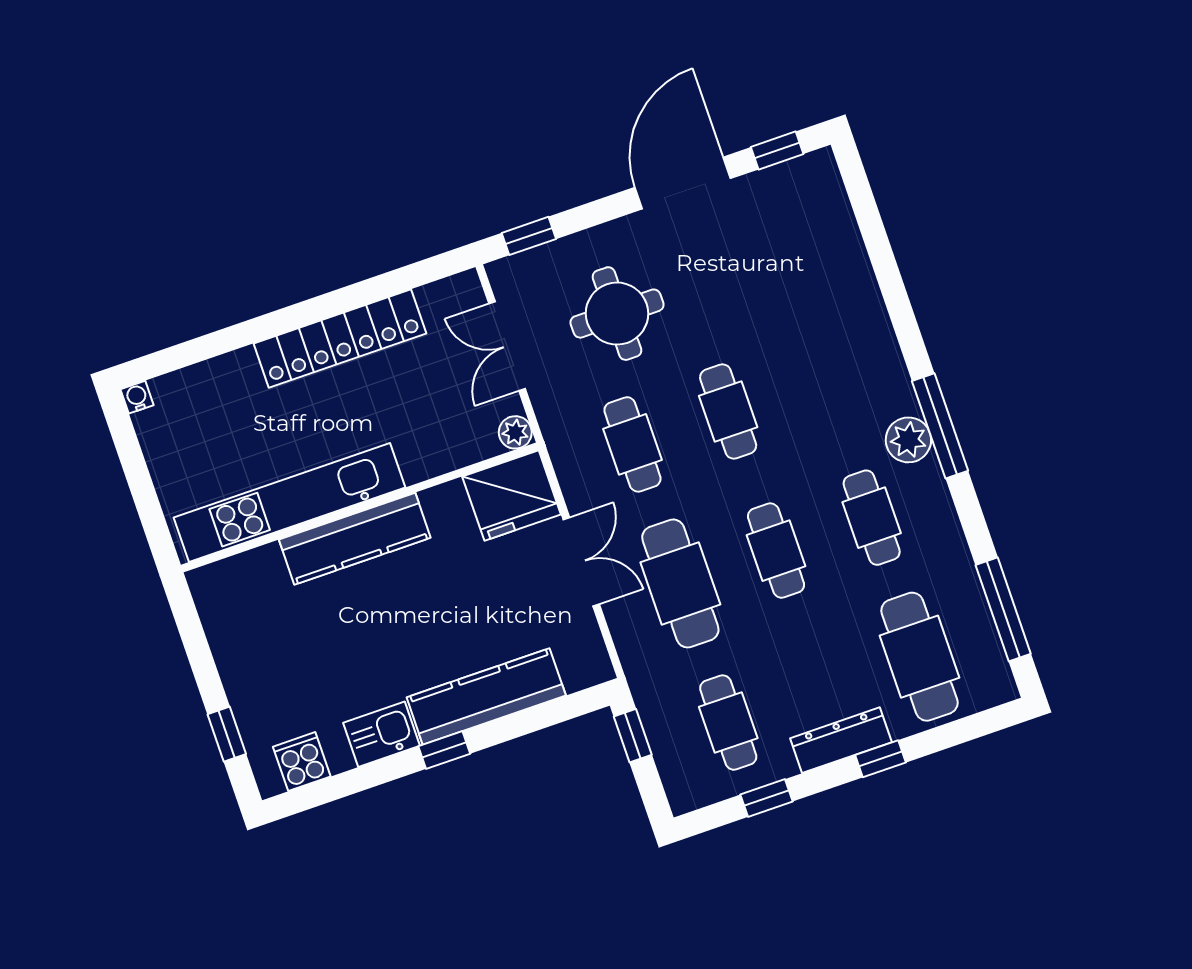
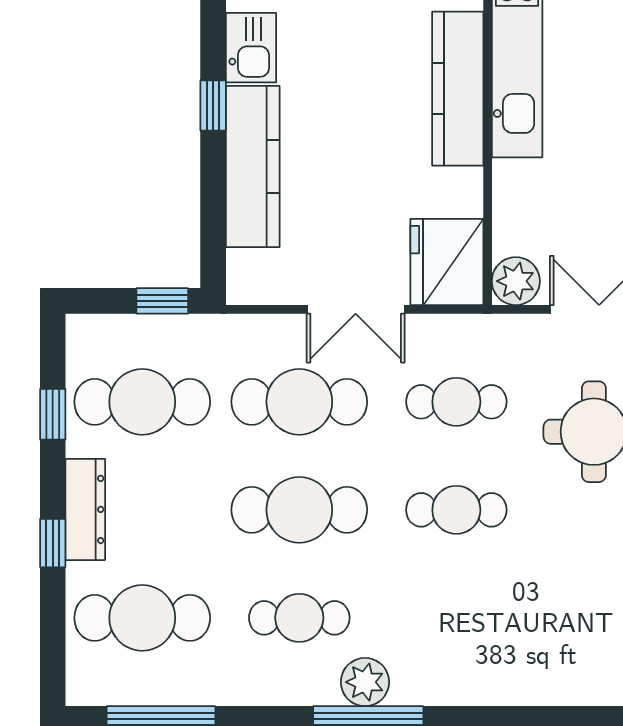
plant: (515, 432) -> (516, 281), width x1.38, depth x1.38
cafe table: (776, 551) -> (299, 510), width x1.37, depth x1.35
cafe table: (728, 723) -> (142, 402), width x1.37, depth x1.35

